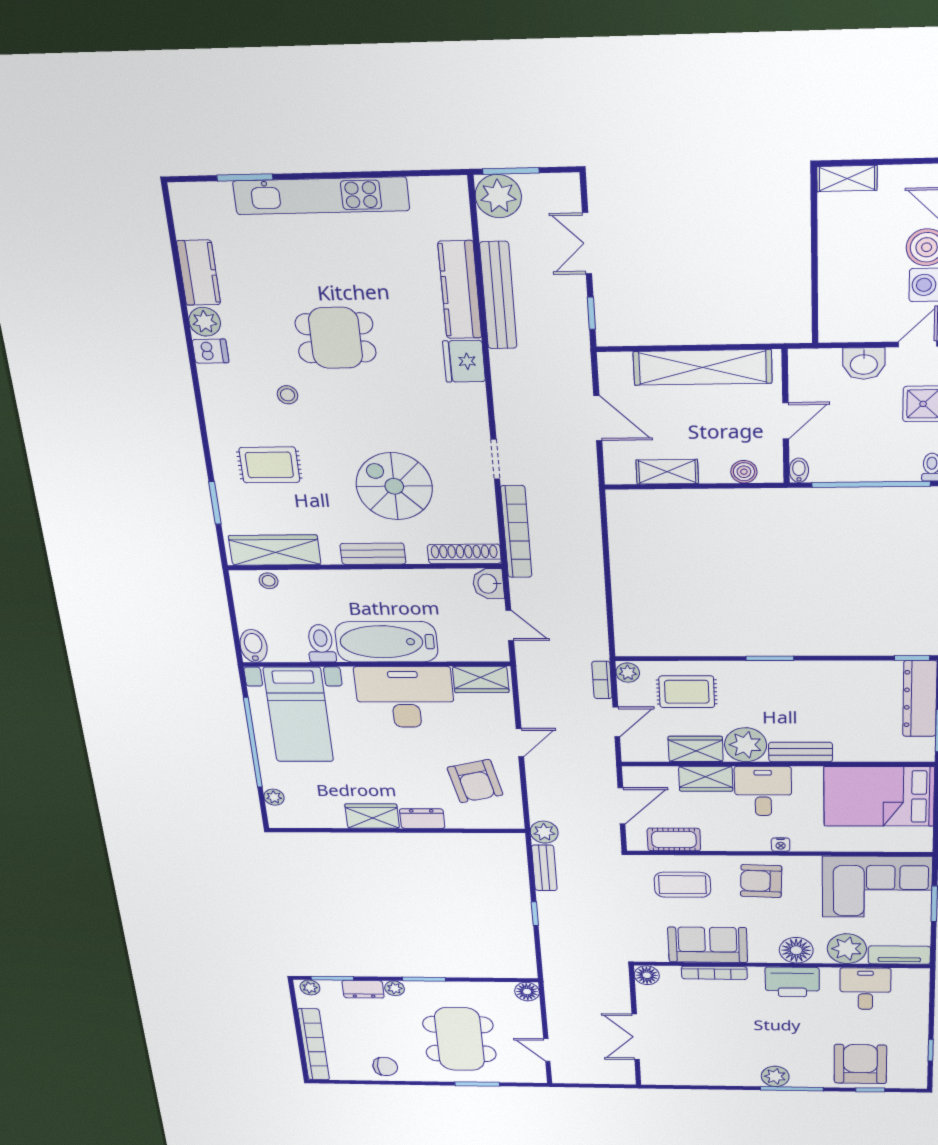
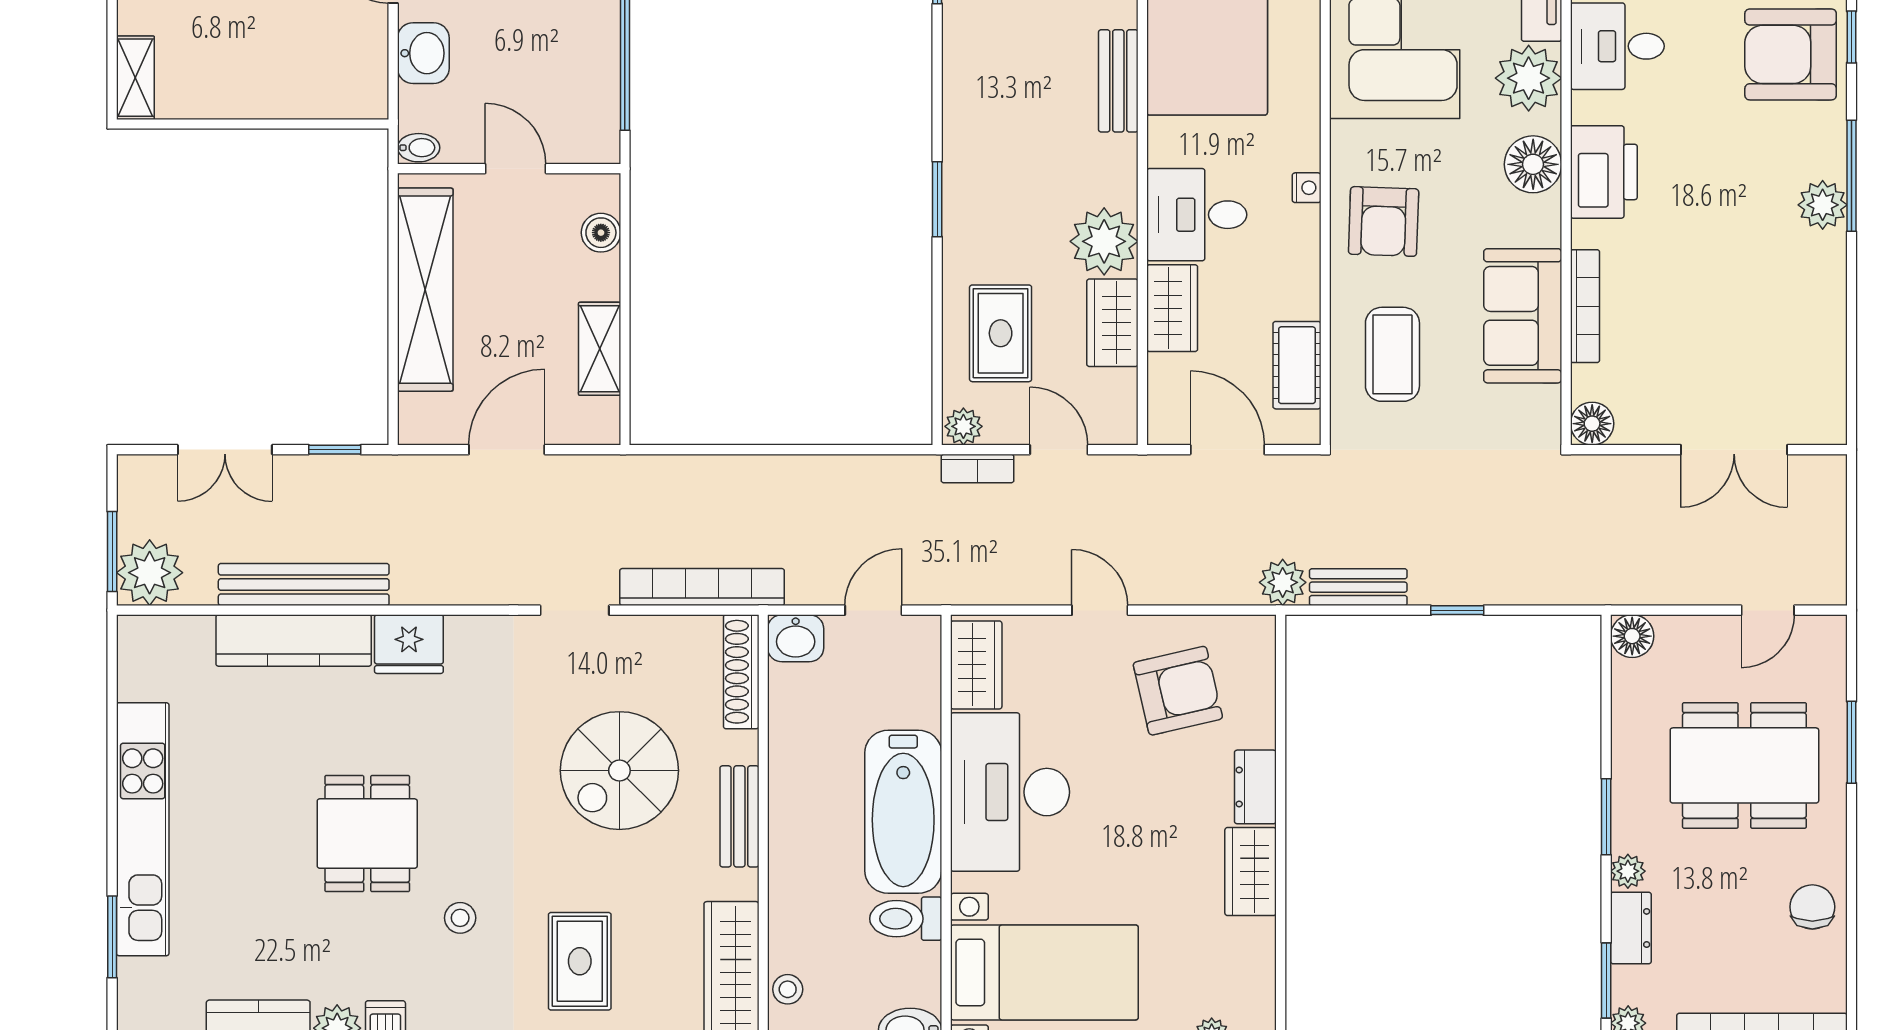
bidet: (799, 470) -> (419, 148), moved, turned 180
bench: (801, 752) -> (1118, 81), moved

